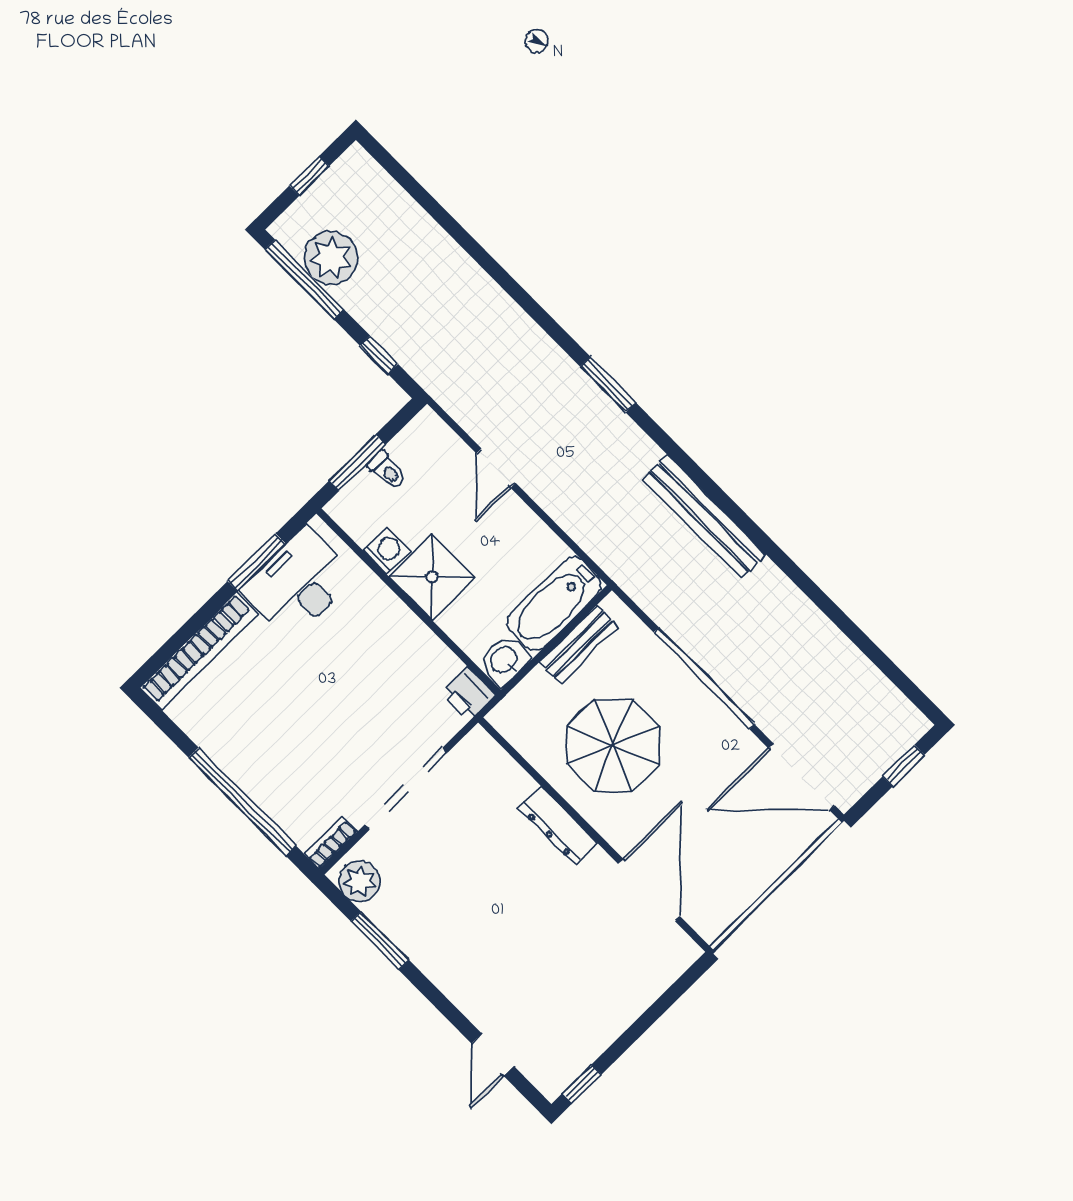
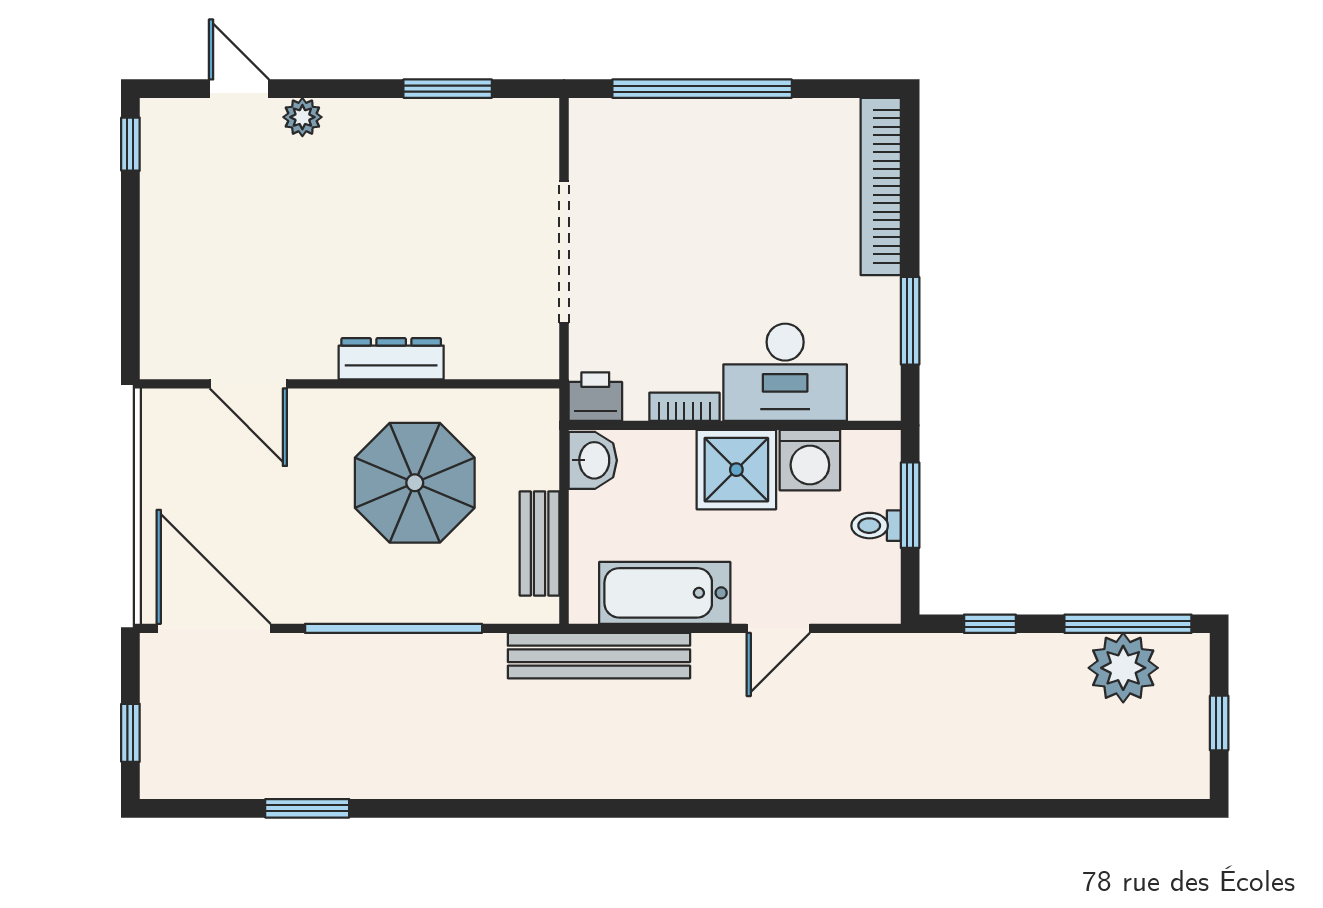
window: (608, 384) -> (307, 808), moved
door: (496, 468) -> (778, 628), swing flipped
bench: (704, 517) -> (599, 656), moved
washing machine: (387, 551) -> (810, 460), width x1.38, depth x1.38
desk: (299, 583) -> (785, 372), moved, turned 90
bathtub: (554, 604) -> (665, 593), moved, turned -90
door: (801, 777) -> (214, 628), hinge flipped
bookcase: (331, 843) -> (684, 407), moved, turned -90
plant: (360, 881) -> (302, 117), moved, width x0.73, depth x0.73
door: (649, 890) -> (248, 384), width x0.73

